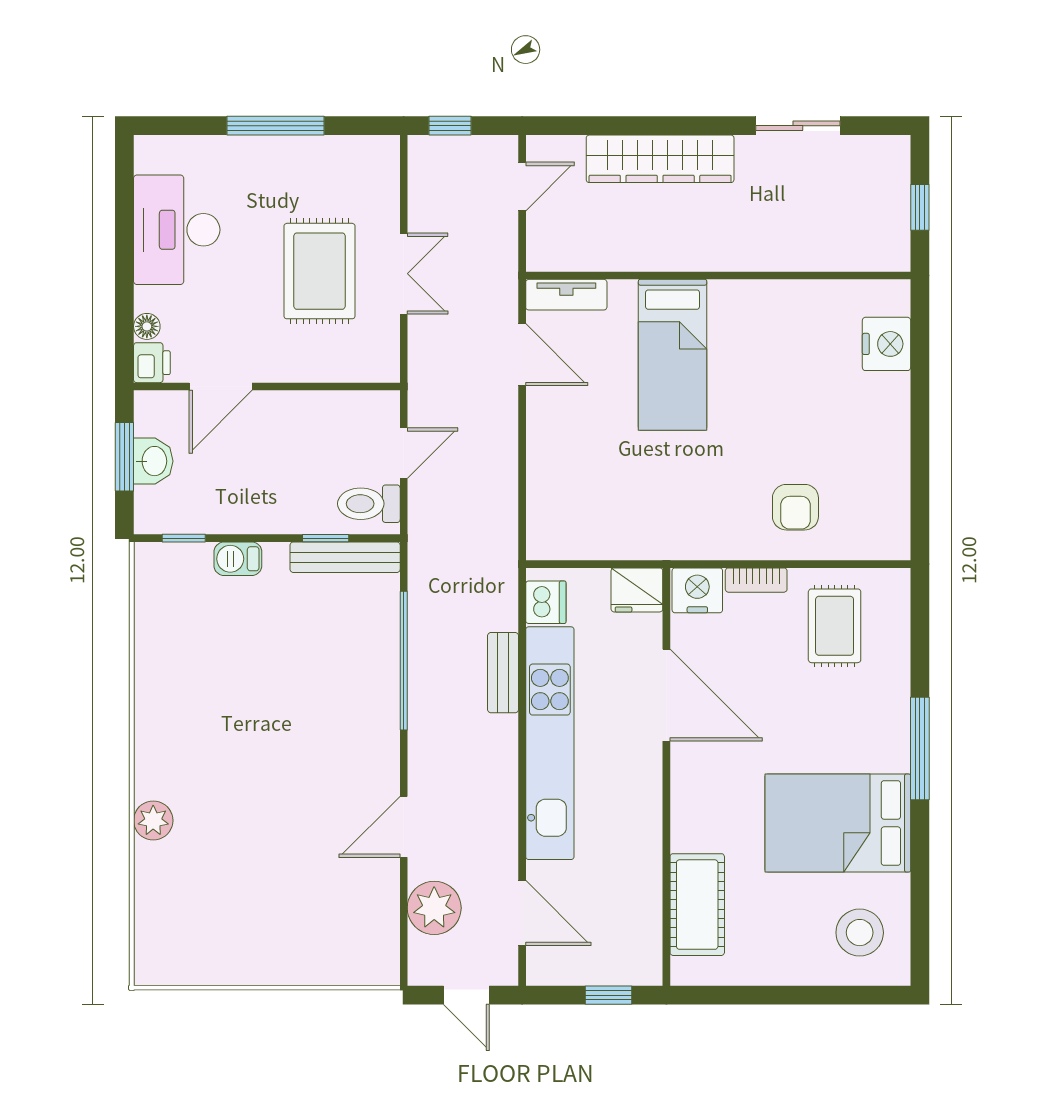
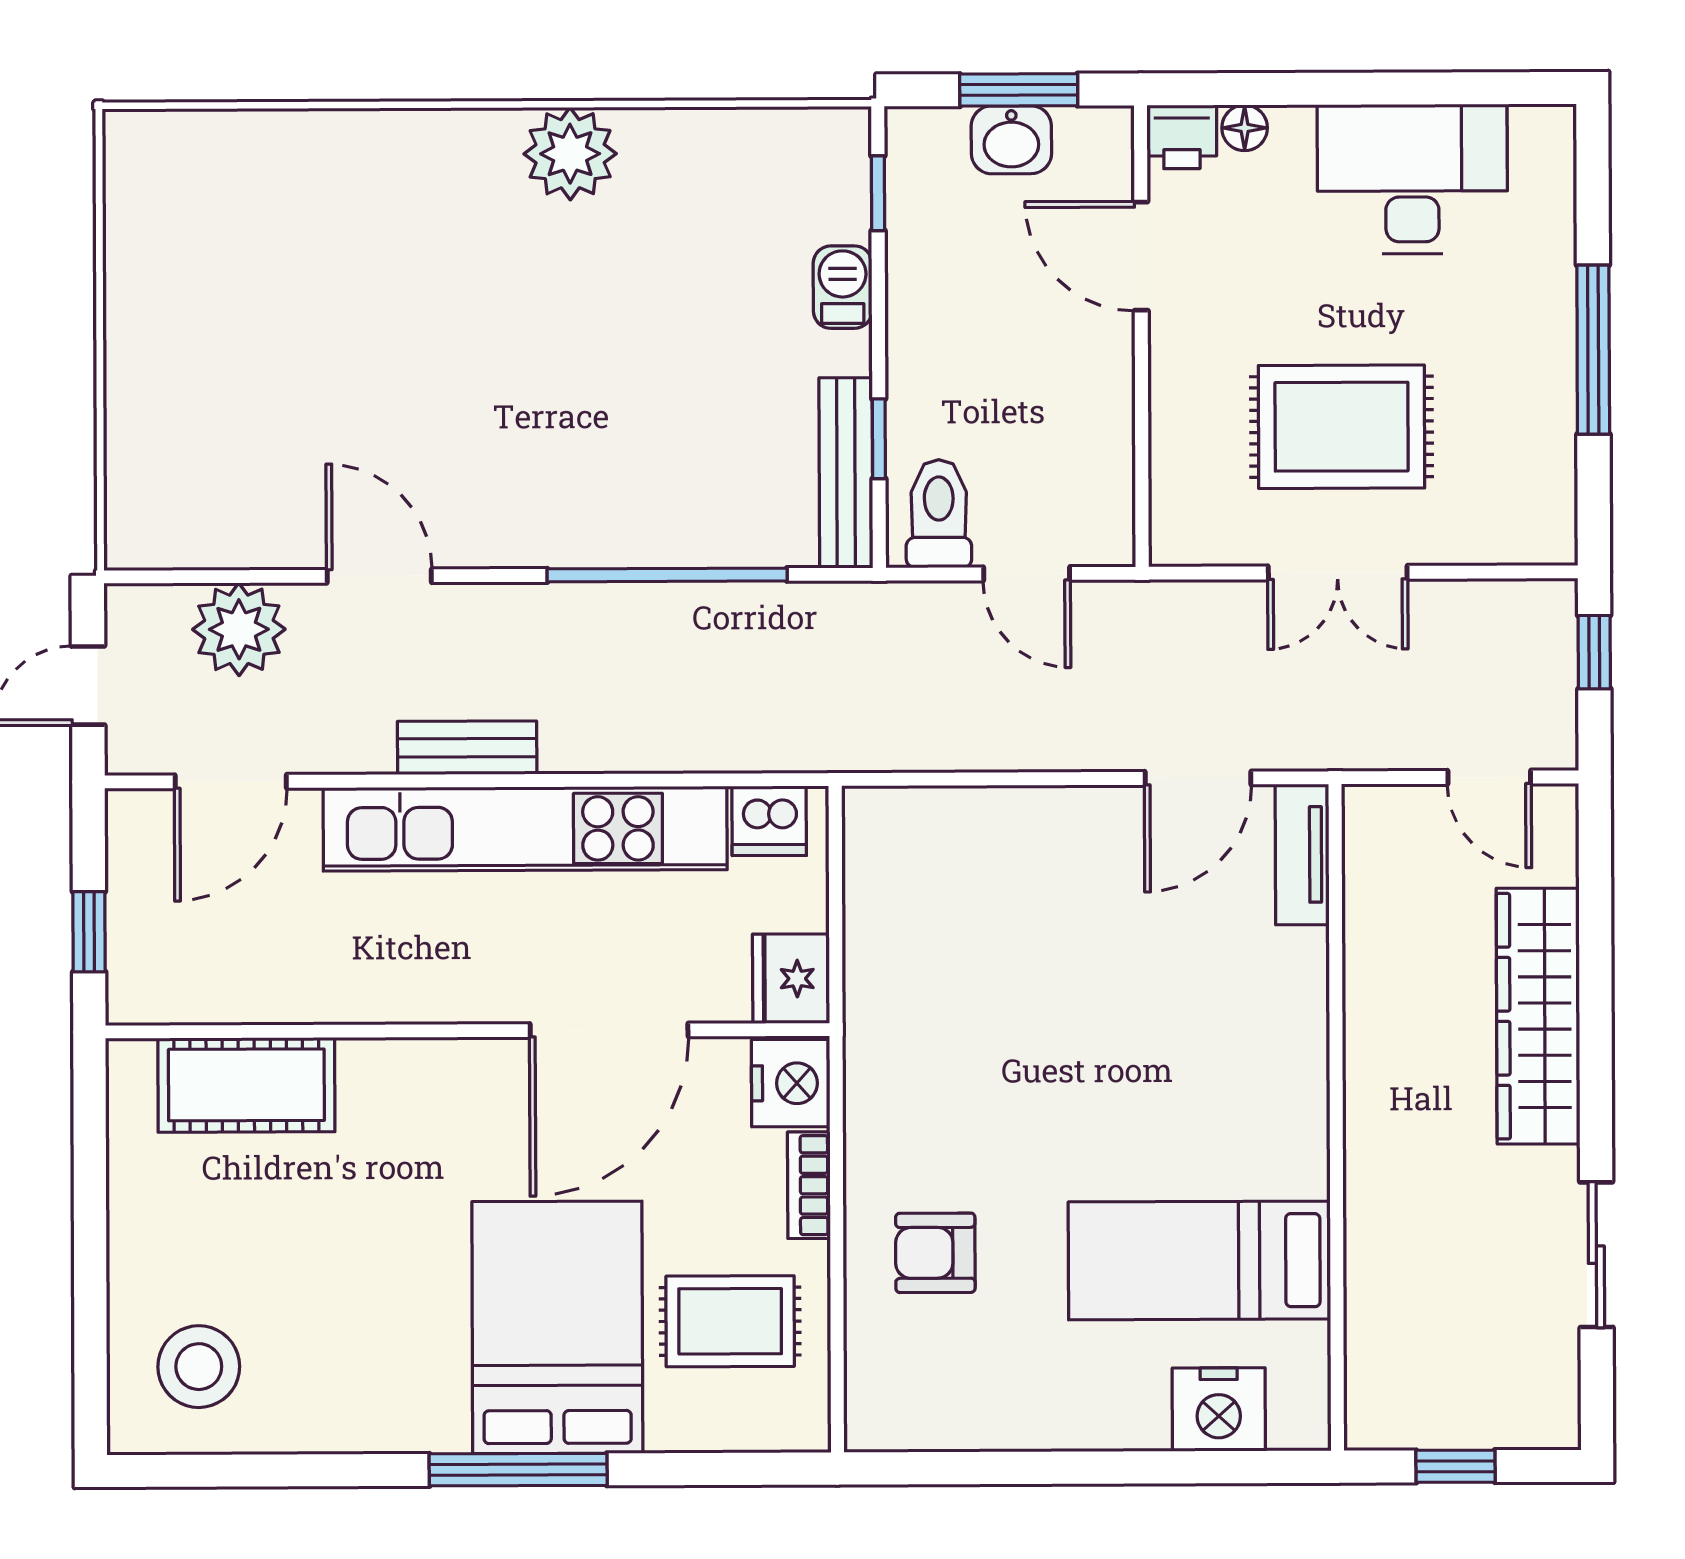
bed: (673, 355) -> (1199, 1260), moved
bench: (503, 673) -> (467, 748), moved
plant: (153, 821) -> (570, 154), moved, width x1.36, depth x1.36
bed: (838, 823) -> (557, 1327), moved

